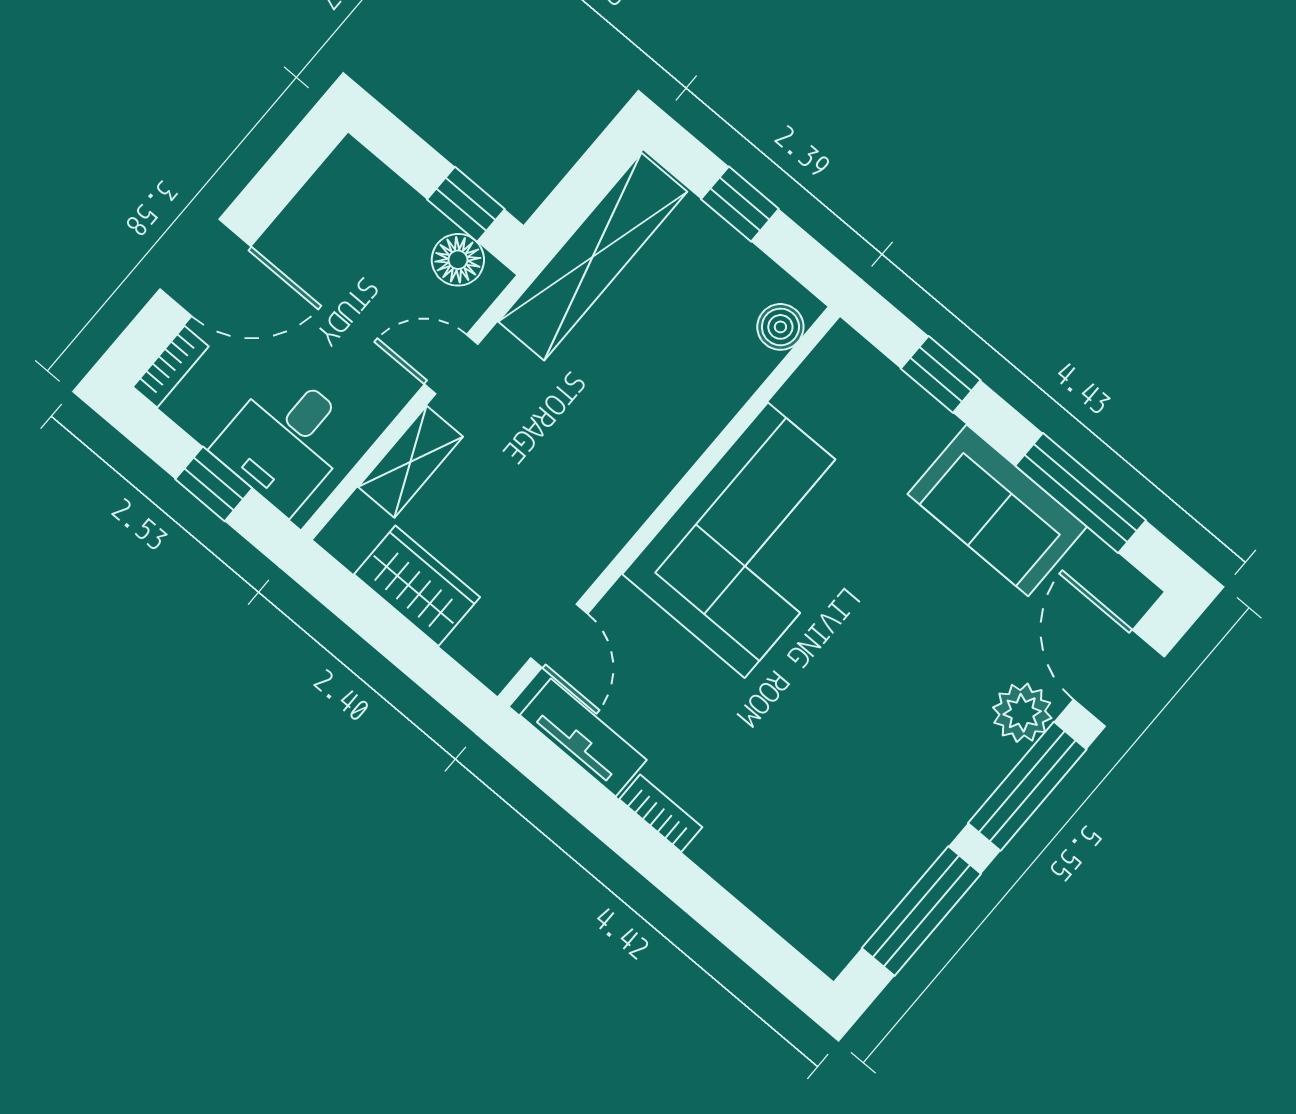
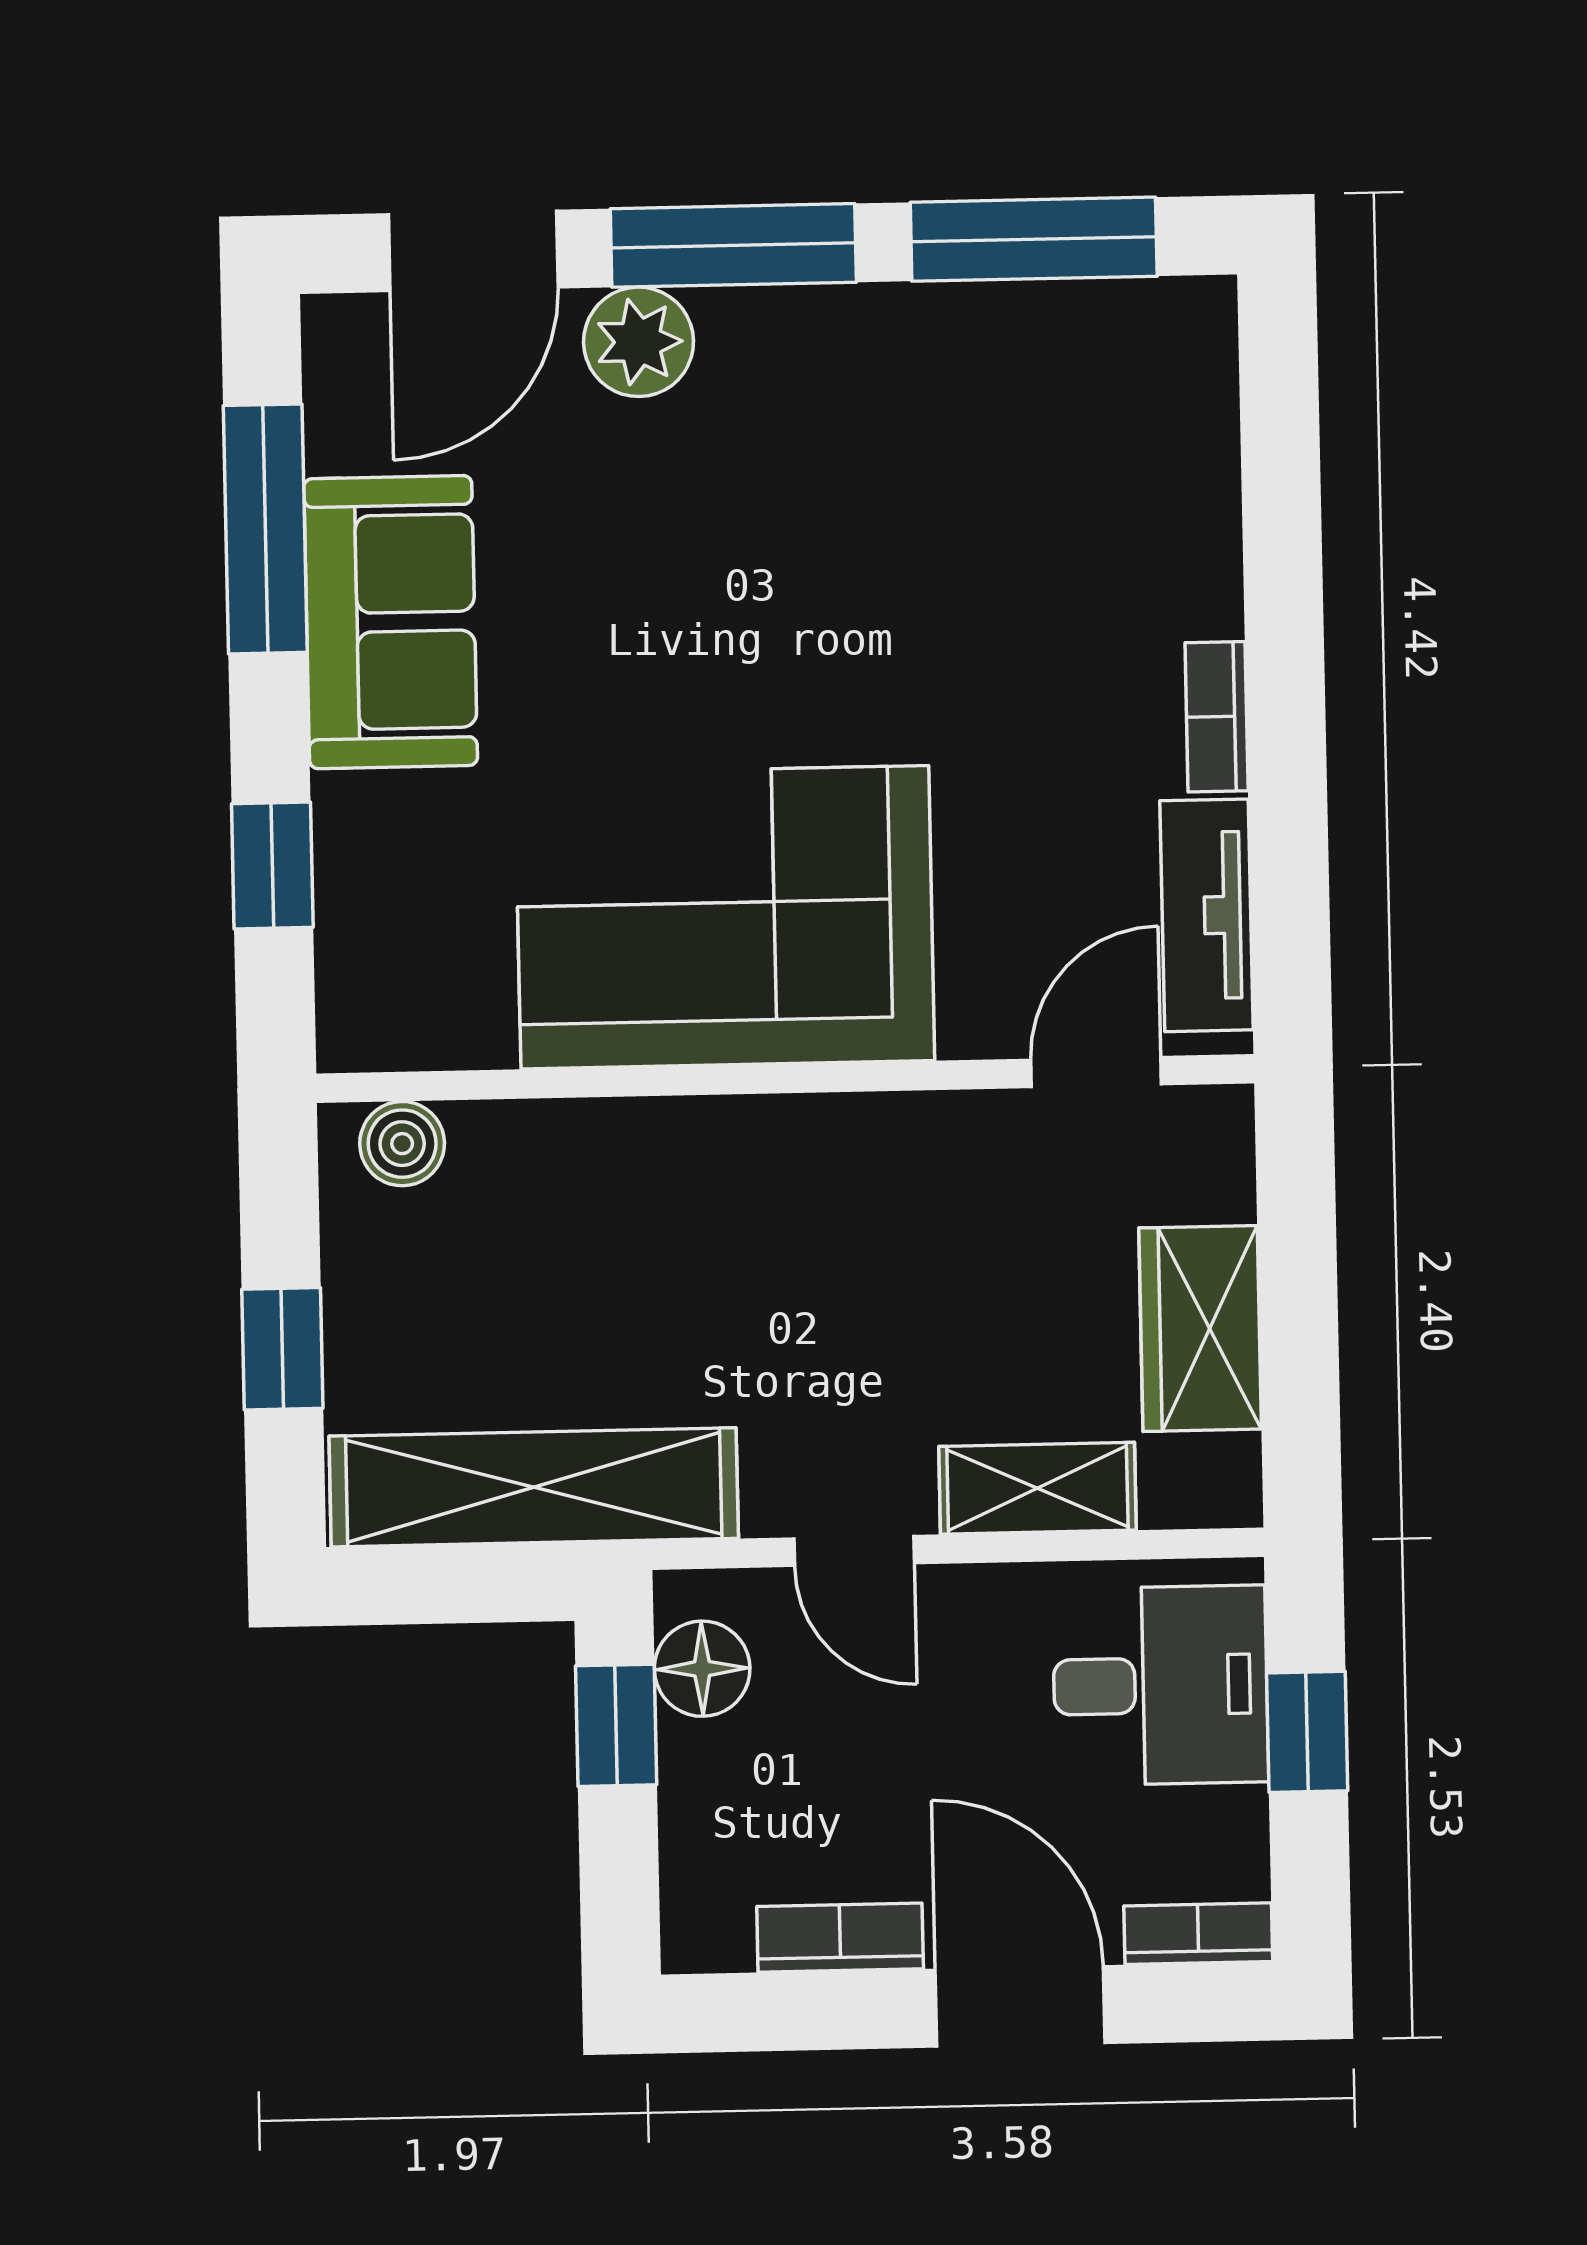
bookcase: (298, 219) -> (840, 1938), added

